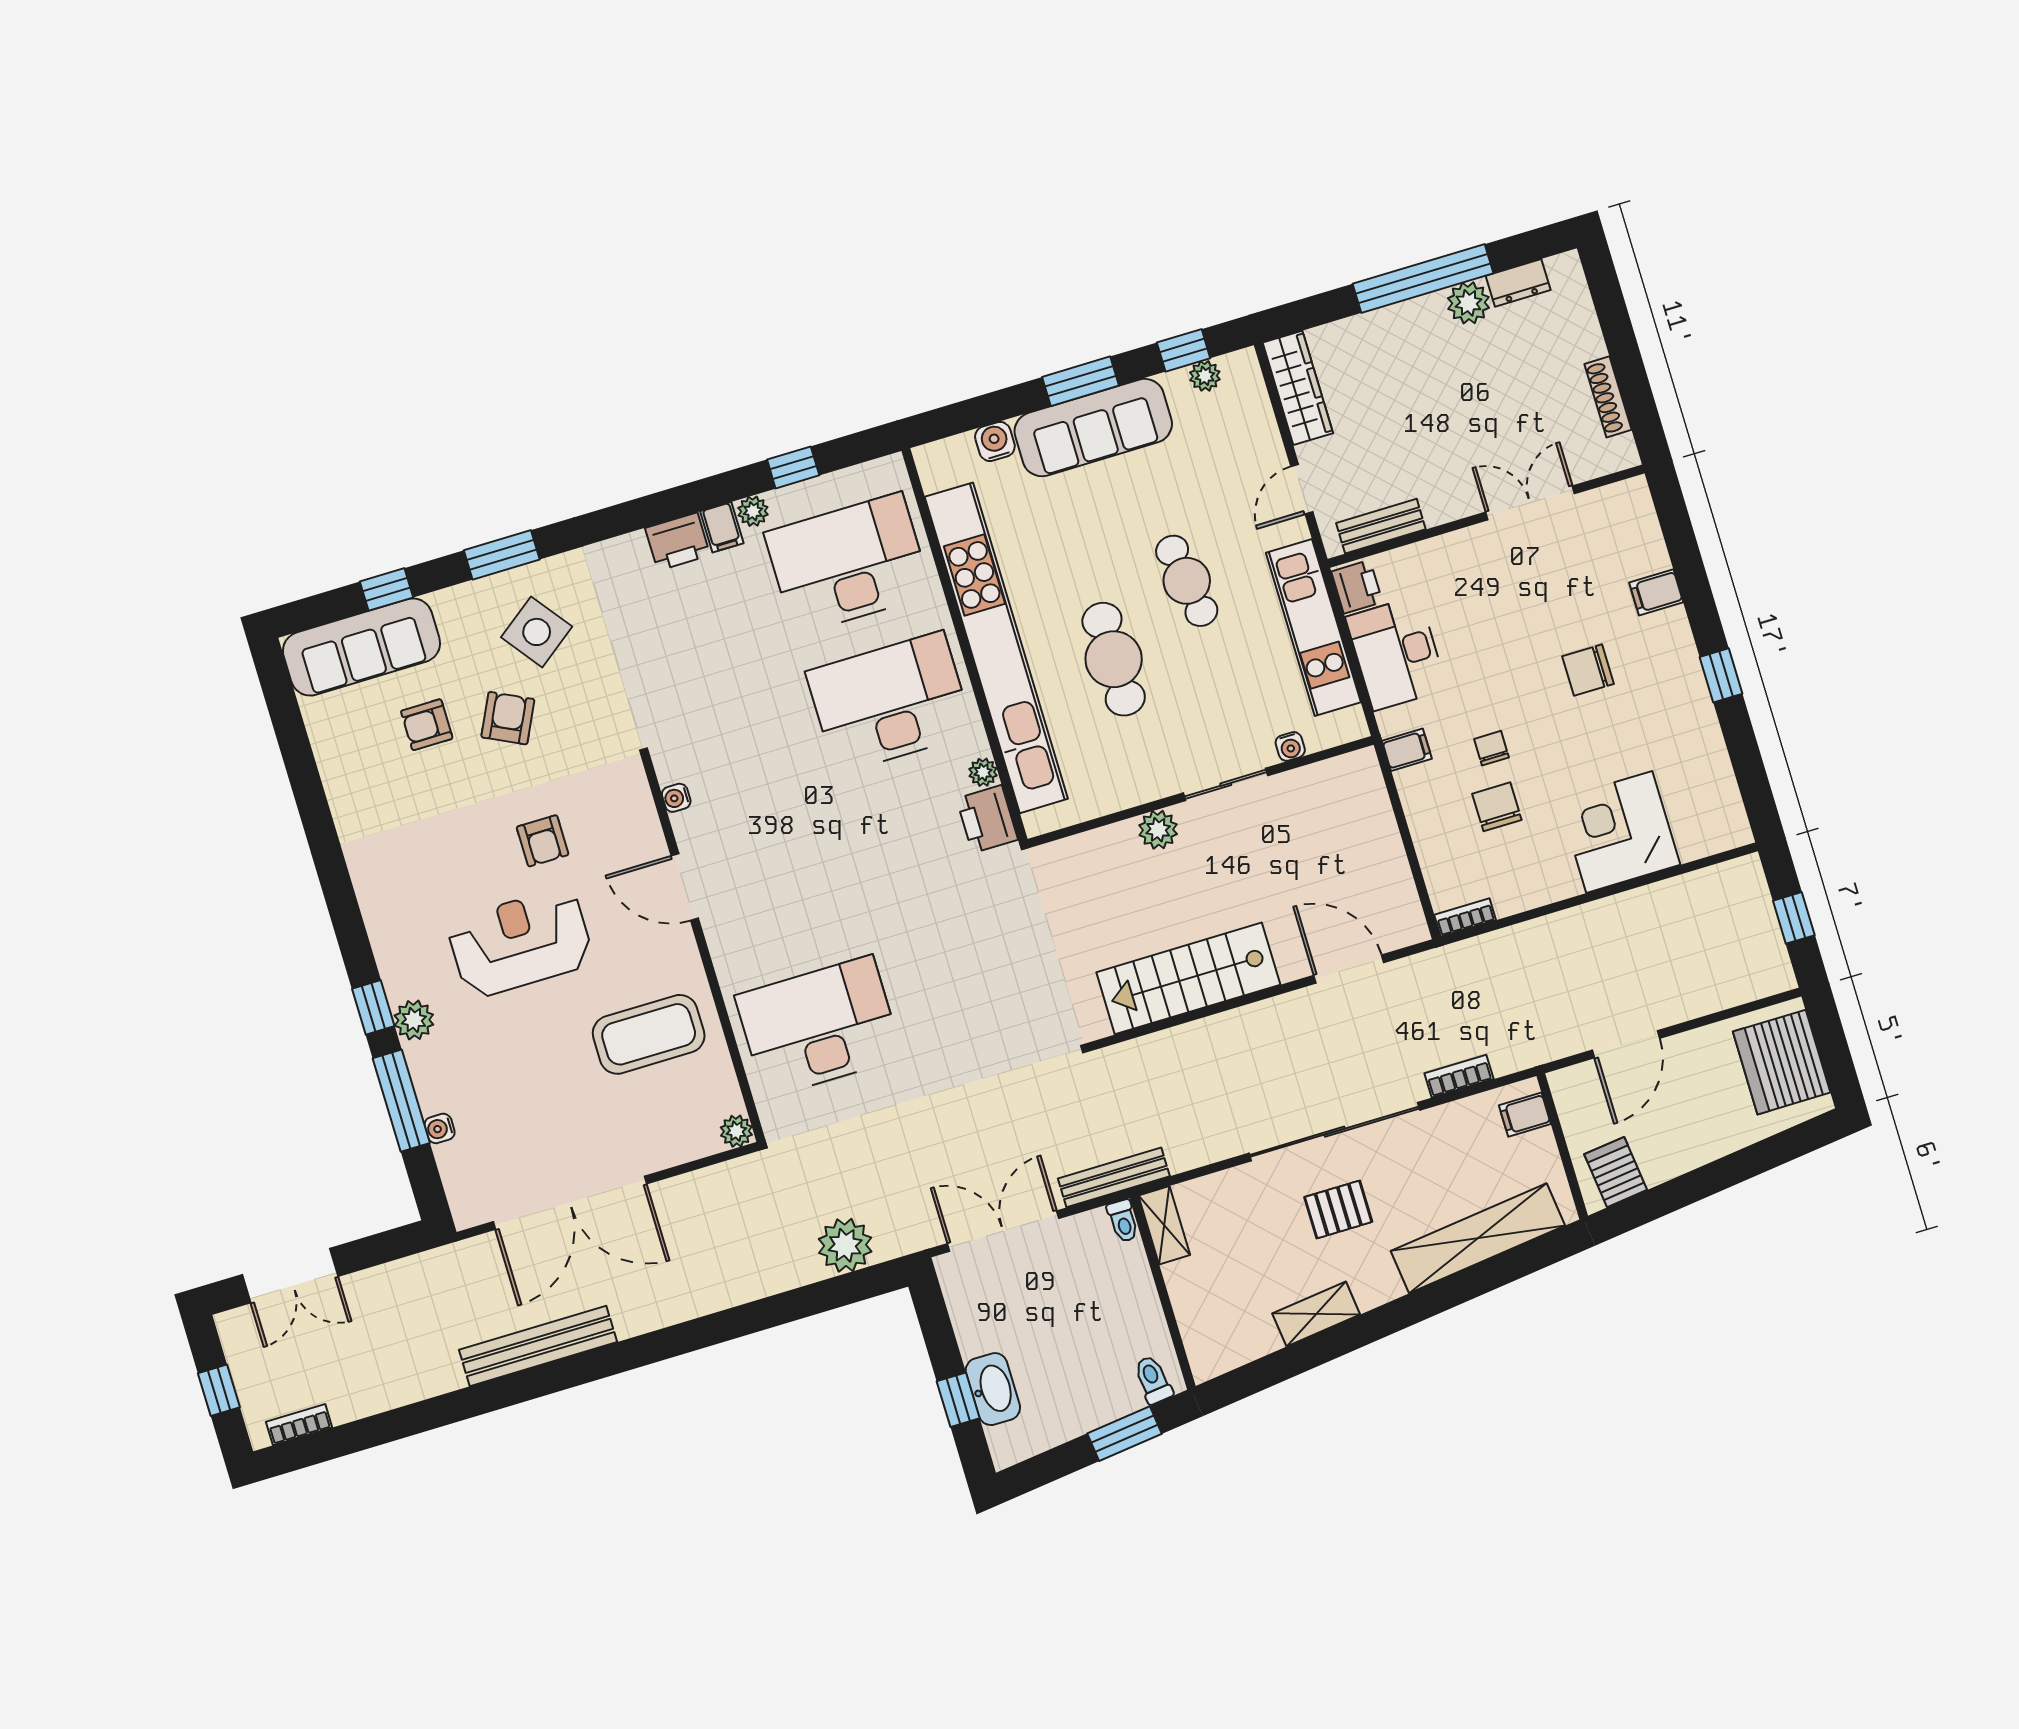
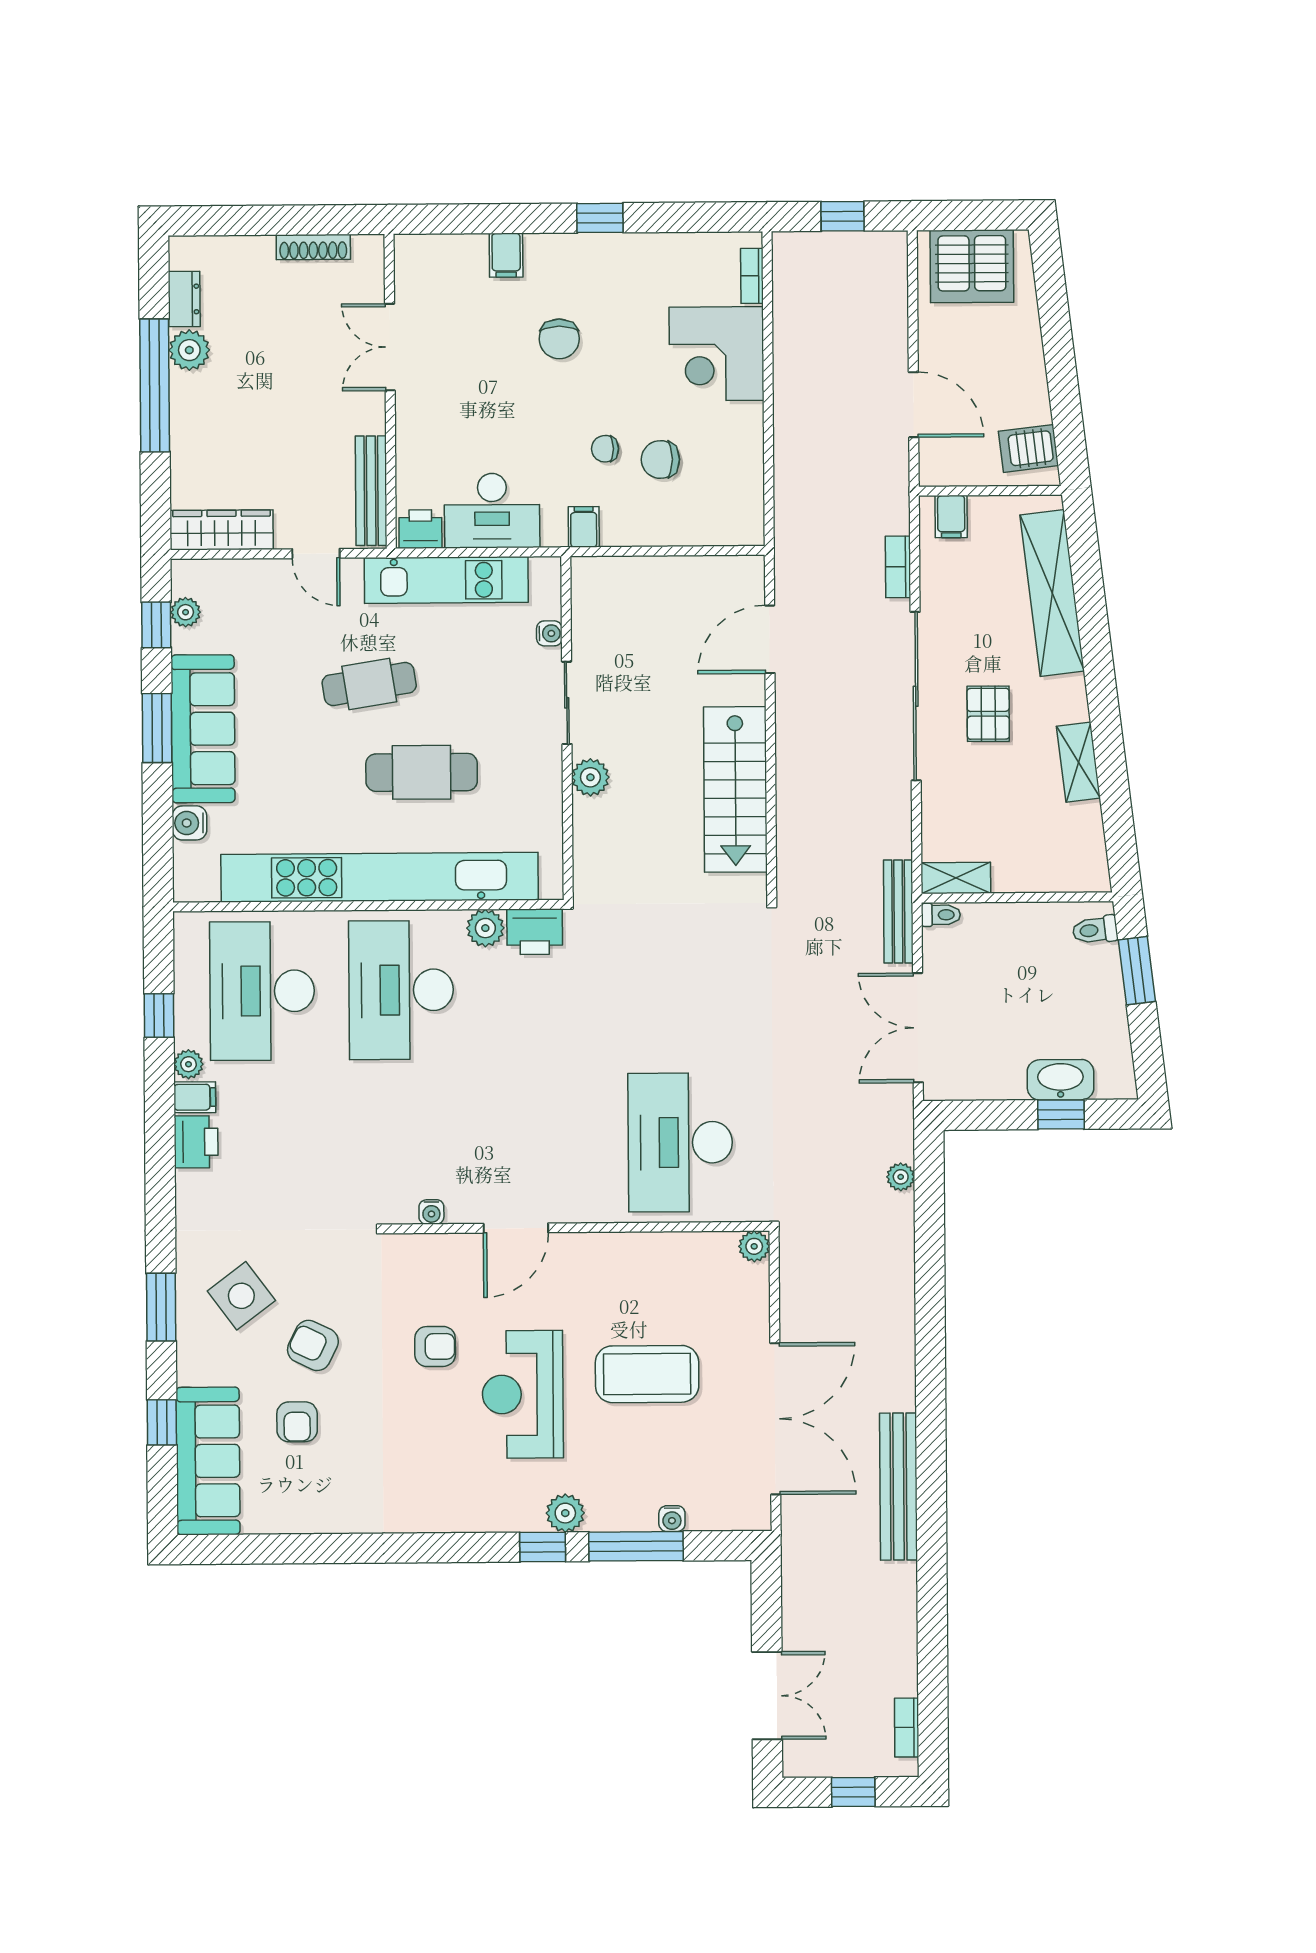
bench: (1381, 526) -> (371, 491), width x1.36
plant: (983, 772) -> (485, 928), width x1.38, depth x1.38
bookcase: (1465, 917) -> (752, 276), moved
coffee table: (649, 1034) -> (647, 1374), moved, turned 90
plant: (845, 1245) -> (901, 1177), width x0.53, depth x0.53

